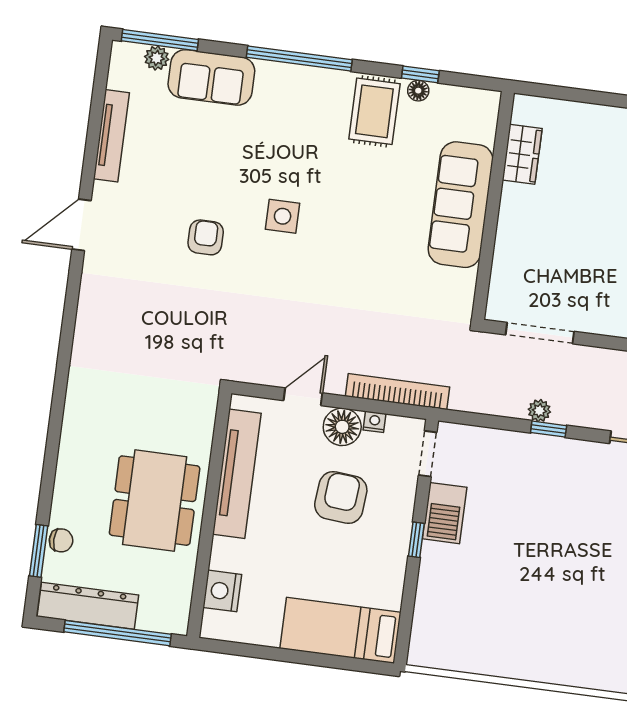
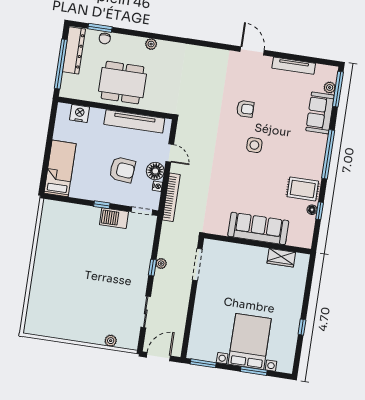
plant: (71, 441) -> (151, 44), added

